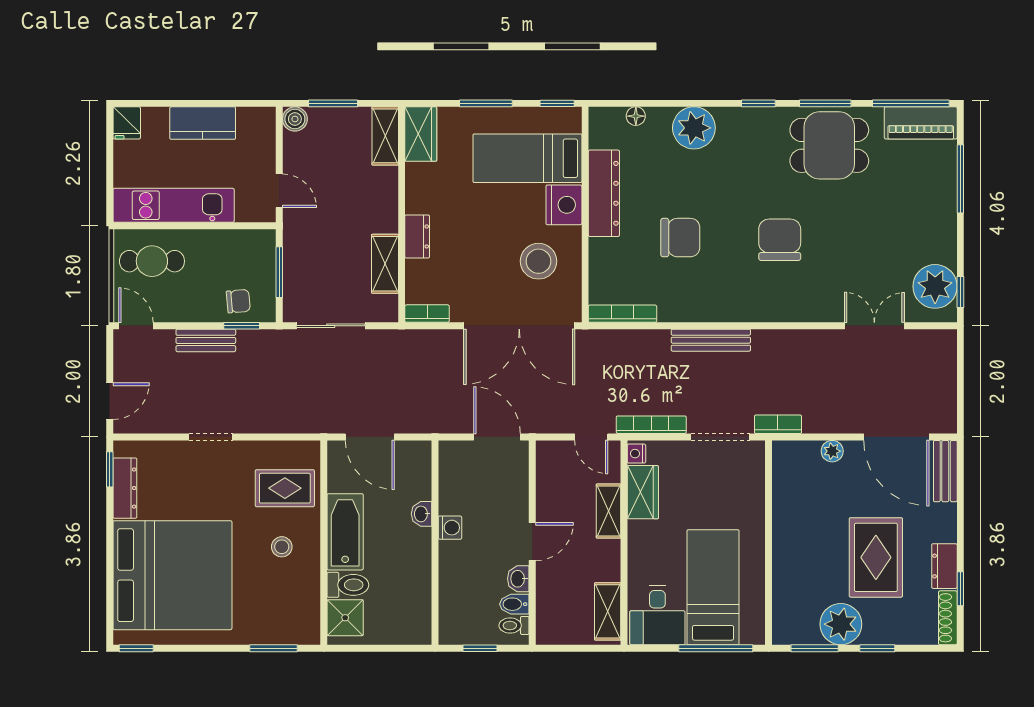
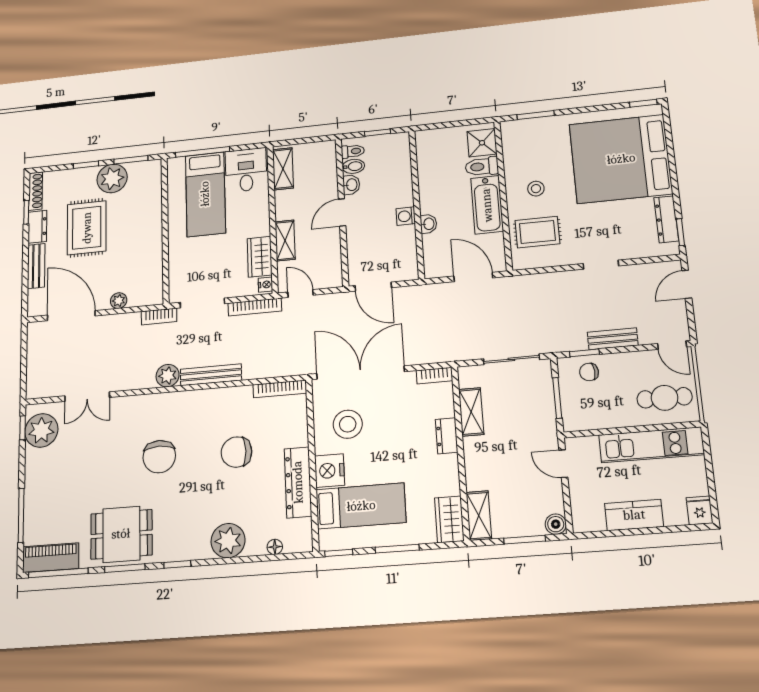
plant: (768, 344) -> (168, 376), added
bench: (945, 471) -> (36, 266), moved

